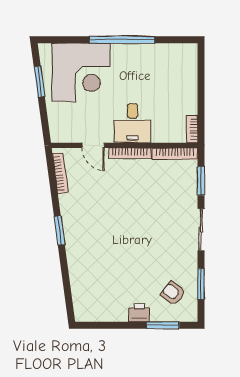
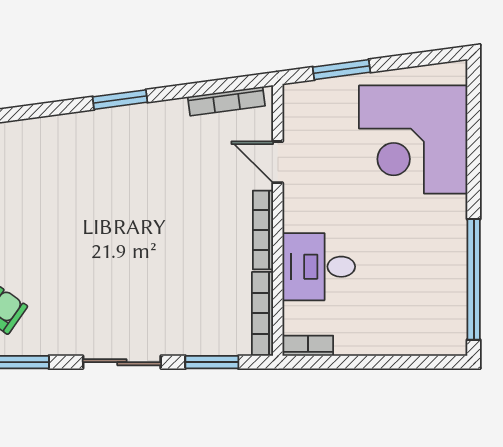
window: (122, 40) -> (474, 279), moved
window: (39, 82) -> (341, 70), moved
desk: (133, 123) -> (319, 267), moved
door: (93, 145) -> (278, 162), hinge flipped

